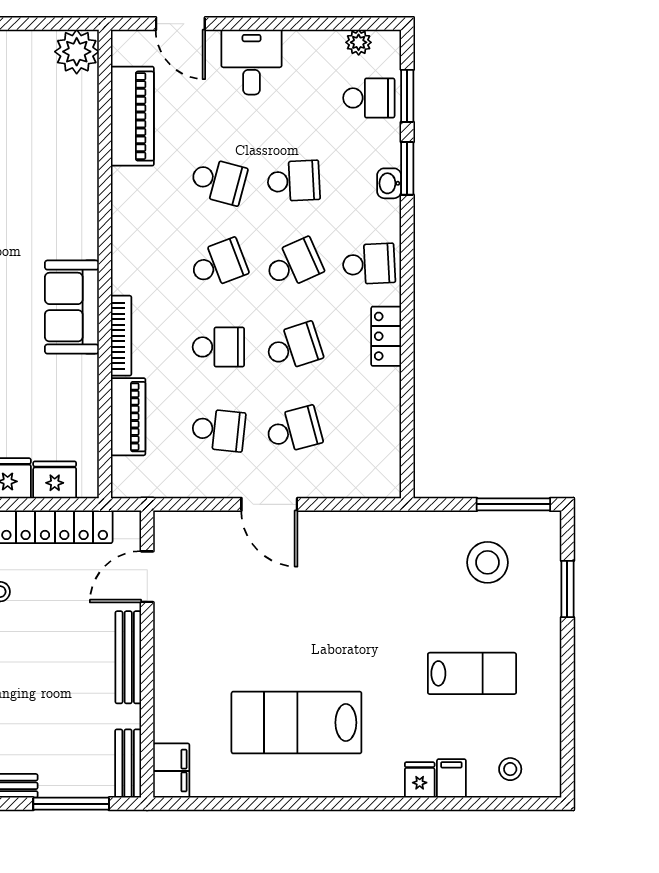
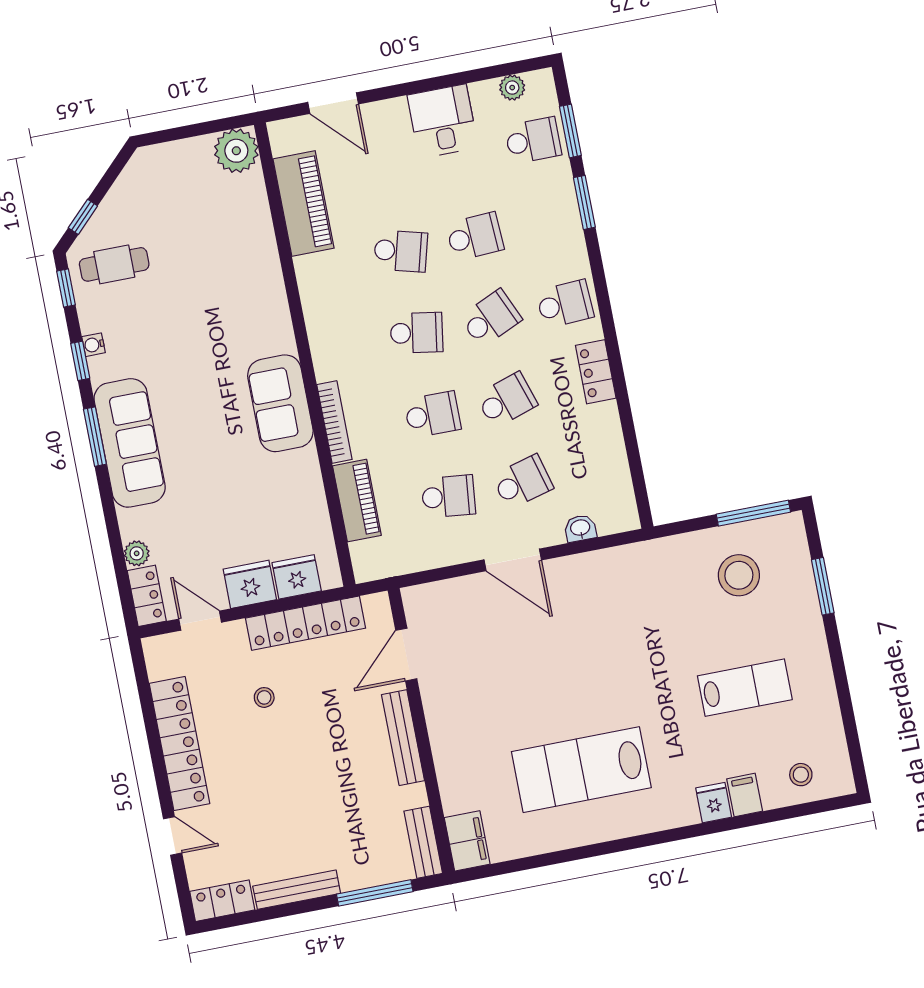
desk: (252, 62) -> (443, 121), moved
washbasin: (389, 183) -> (580, 528), moved, turned 90
school desk: (218, 264) -> (417, 333), turned 30

